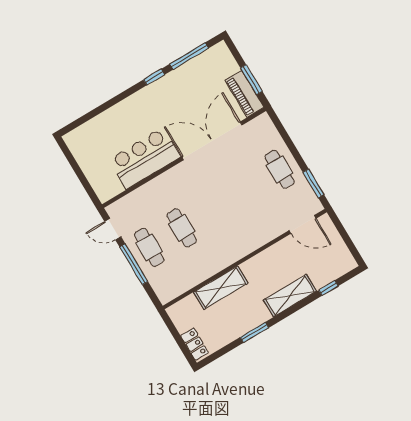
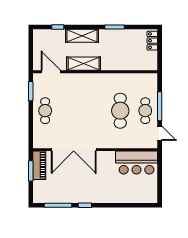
bar counter: (145, 158) -> (136, 163), moved
cafe table: (182, 228) -> (120, 111), width x1.37, depth x1.35
shelving: (221, 288) -> (84, 64), moved

